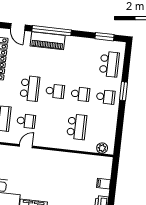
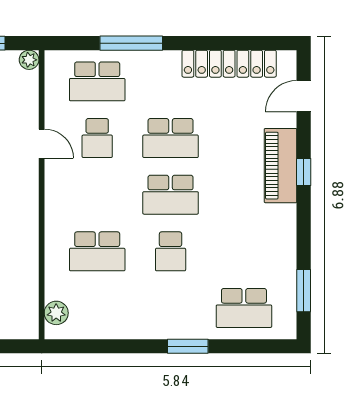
window: (52, 31) -> (304, 172), width x0.32
school desk: (55, 91) -> (171, 195), width x1.85
school desk: (106, 97) -> (171, 308), removed

